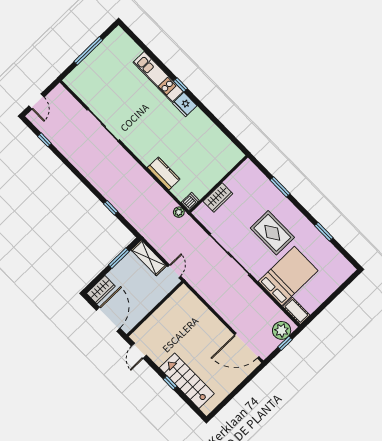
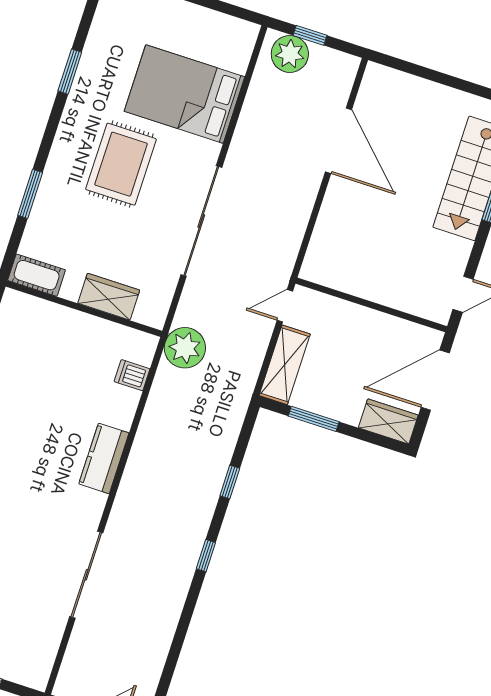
window: (44, 140) -> (206, 556), moved
kitchen counter: (164, 173) -> (104, 458), moved
dishwasher: (190, 201) -> (132, 375), moved
plant: (179, 212) -> (185, 348), width x1.88, depth x1.88
cot: (296, 311) -> (37, 275), moved, turned 90
door: (247, 346) -> (338, 141), moved

